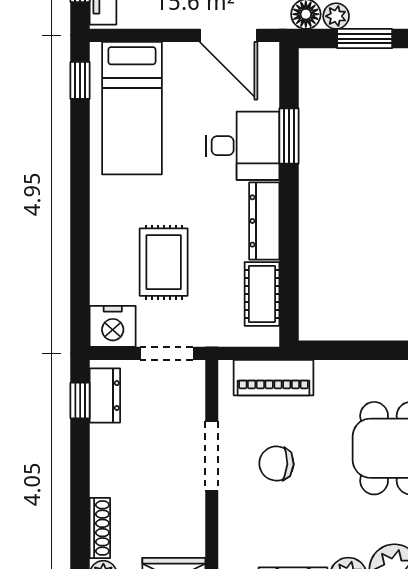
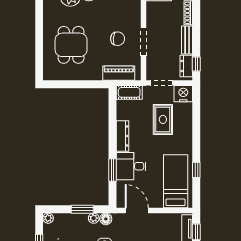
window: (80, 80) -> (196, 170), moved
cot: (262, 294) -> (129, 92), moved, turned 90
bench: (103, 460) -> (187, 40), added

